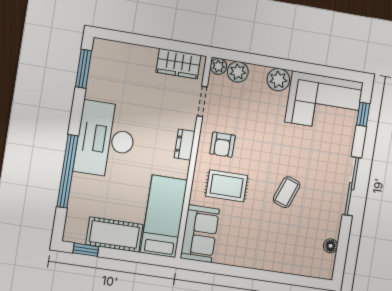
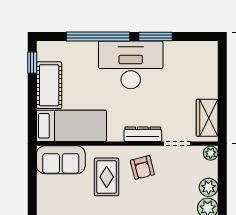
window: (83, 69) -> (155, 36), moved
plant: (238, 72) -> (209, 187), moved
dresser: (185, 145) -> (143, 134), width x1.44
armchair: (222, 145) -> (142, 167), turned -104

